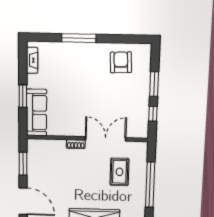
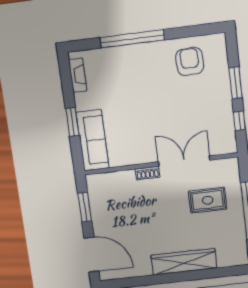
window: (79, 38) -> (132, 39), width x1.46
rug: (119, 172) -> (208, 200), turned 90

